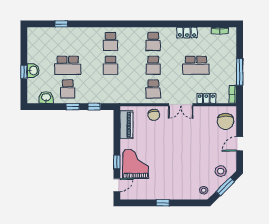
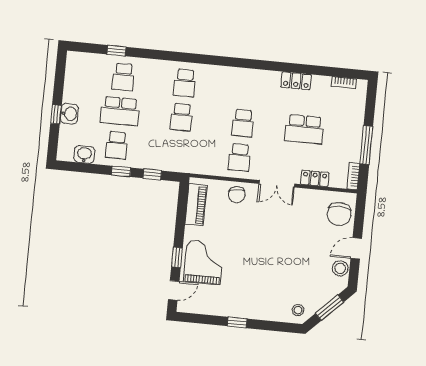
school desk: (153, 42) -> (123, 77), moved
stool: (221, 171) -> (340, 268), moved

